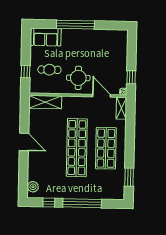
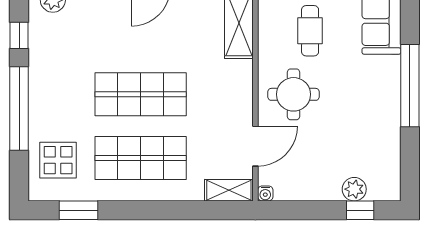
plant: (122, 51) -> (354, 189), added
window: (131, 77) -> (360, 210), moved
shop shelf: (77, 148) -> (141, 94), width x0.71
display table: (106, 186) -> (58, 160), added

